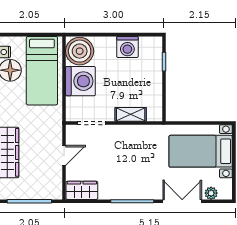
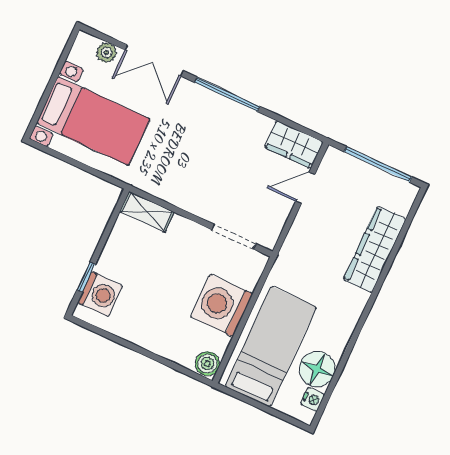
washing machine: (127, 47) -> (100, 294), moved, turned 90
boiler: (80, 51) -> (207, 364), width x0.54, depth x0.54
shelving: (131, 114) -> (147, 212), moved
door: (64, 155) -> (305, 188), moved

